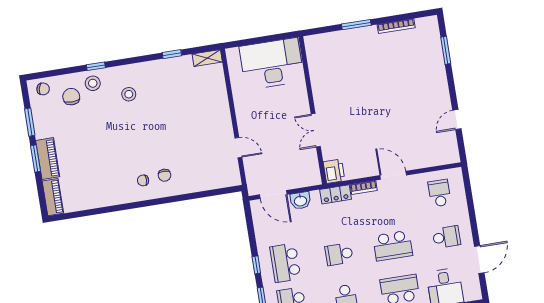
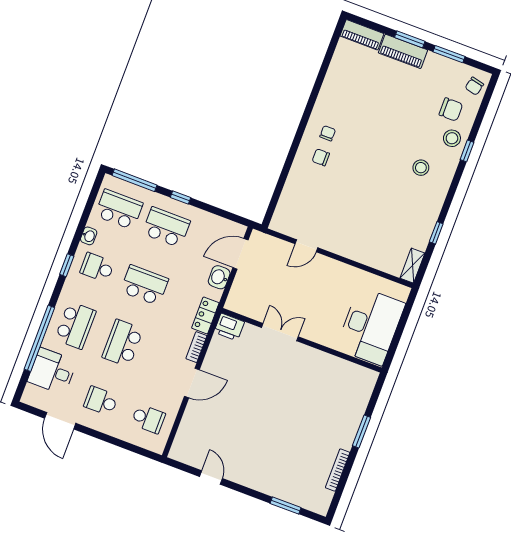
school desk: (447, 237) -> (101, 401), turned 90
school desk: (339, 254) -> (144, 285), width x1.85

